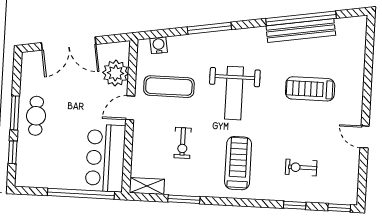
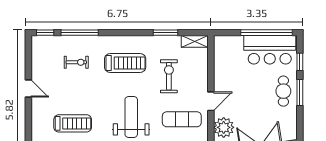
exercise bike: (183, 143) -> (169, 76), width x1.38, depth x1.39
bar counter: (105, 158) -> (270, 50), moved, turned 90
treadmill: (238, 163) -> (125, 63), turned -90
window: (81, 194) -> (267, 33), moved
window: (295, 205) -> (80, 33), width x2.17

